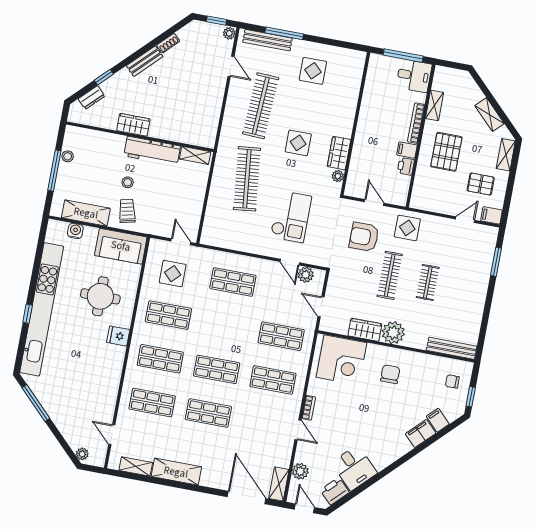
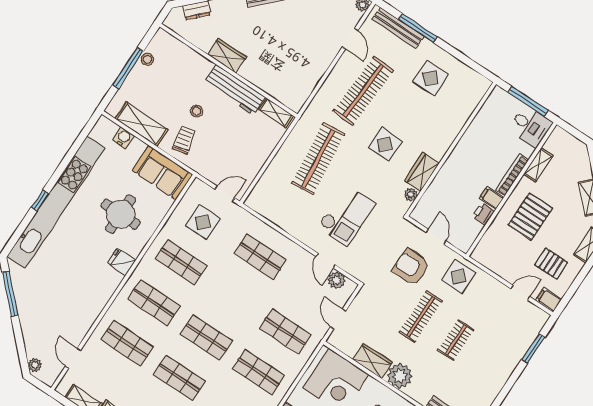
door: (181, 242) -> (225, 194), hinge flipped

